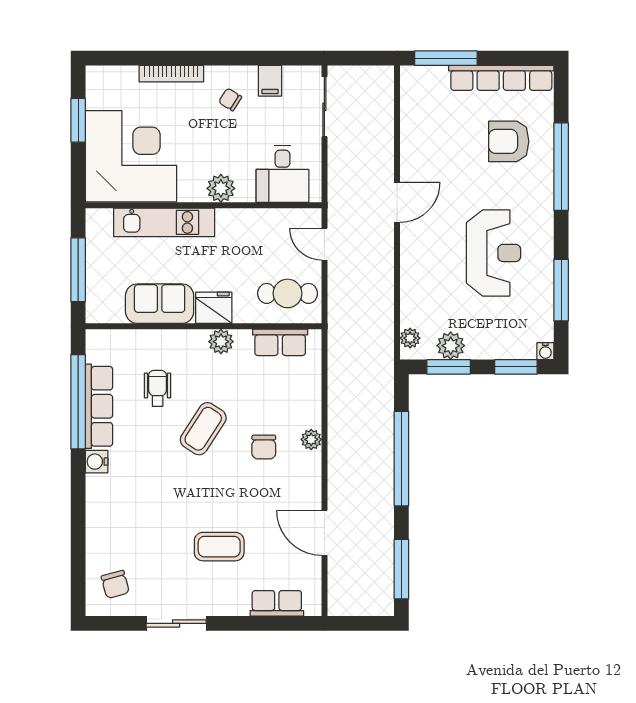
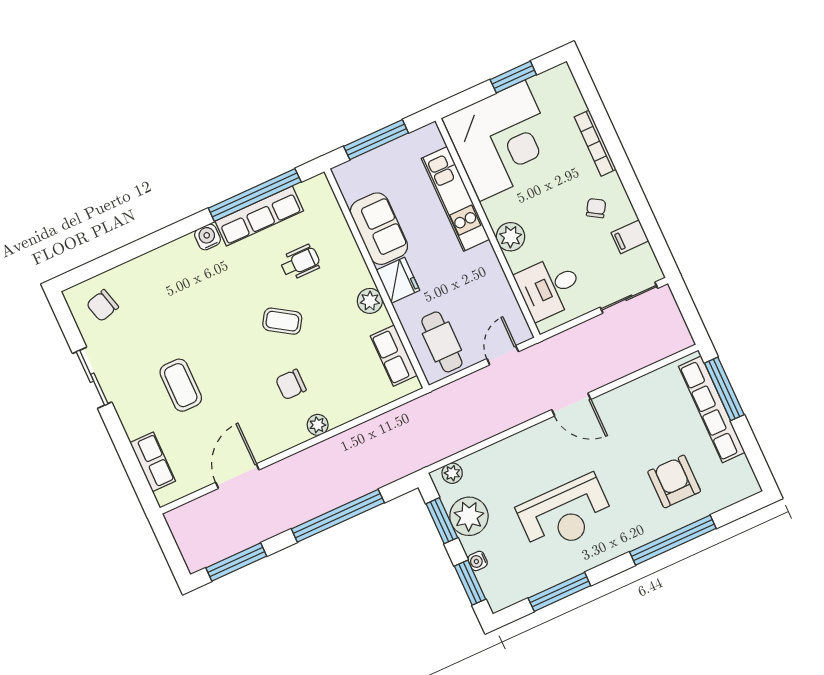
row of seats: (501, 78) -> (712, 409), moved
plant: (451, 346) -> (469, 516), width x1.36, depth x1.36
water cooler: (545, 351) -> (478, 561), moved
coffee table: (203, 429) -> (282, 321), width x0.73, depth x0.77

